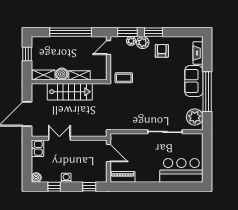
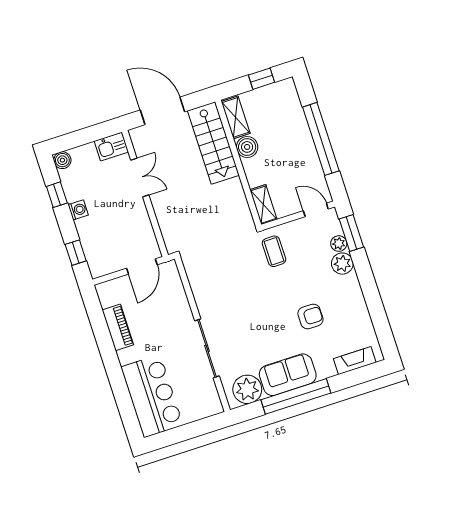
window: (153, 32) -> (365, 276), removed
armchair: (162, 51) -> (310, 316), moved
shelving: (79, 75) -> (263, 205), moved
sofa: (194, 81) -> (288, 375), moved
stairs: (70, 92) -> (213, 143), moved
piano: (123, 177) -> (118, 327), moved

